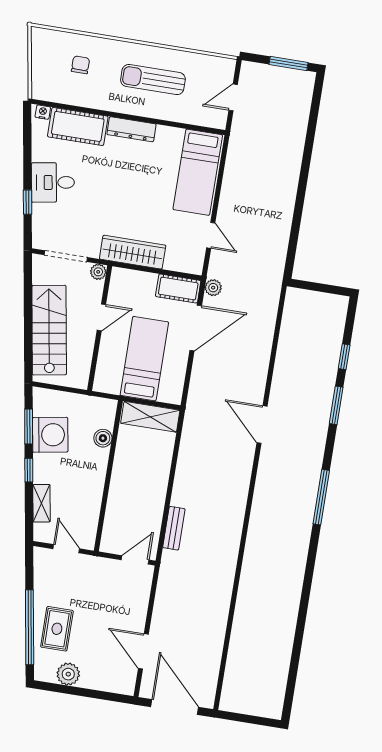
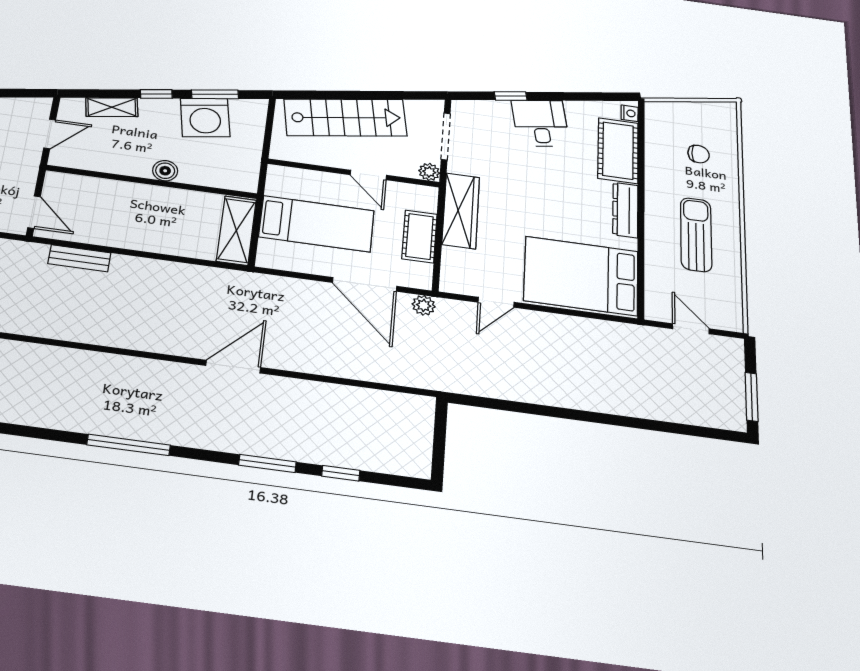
bed: (198, 172) -> (581, 276), width x1.50
cot: (178, 288) -> (419, 236), moved
boiler: (103, 438) -> (165, 171), moved

